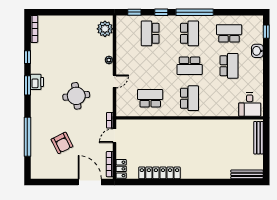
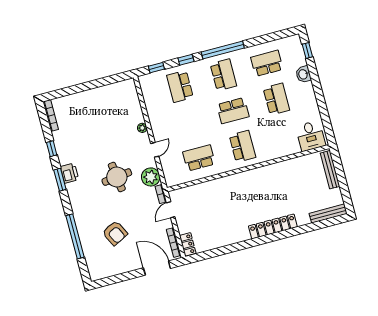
plant: (105, 29) -> (151, 177), moved
locker: (159, 173) -> (273, 226), moved

